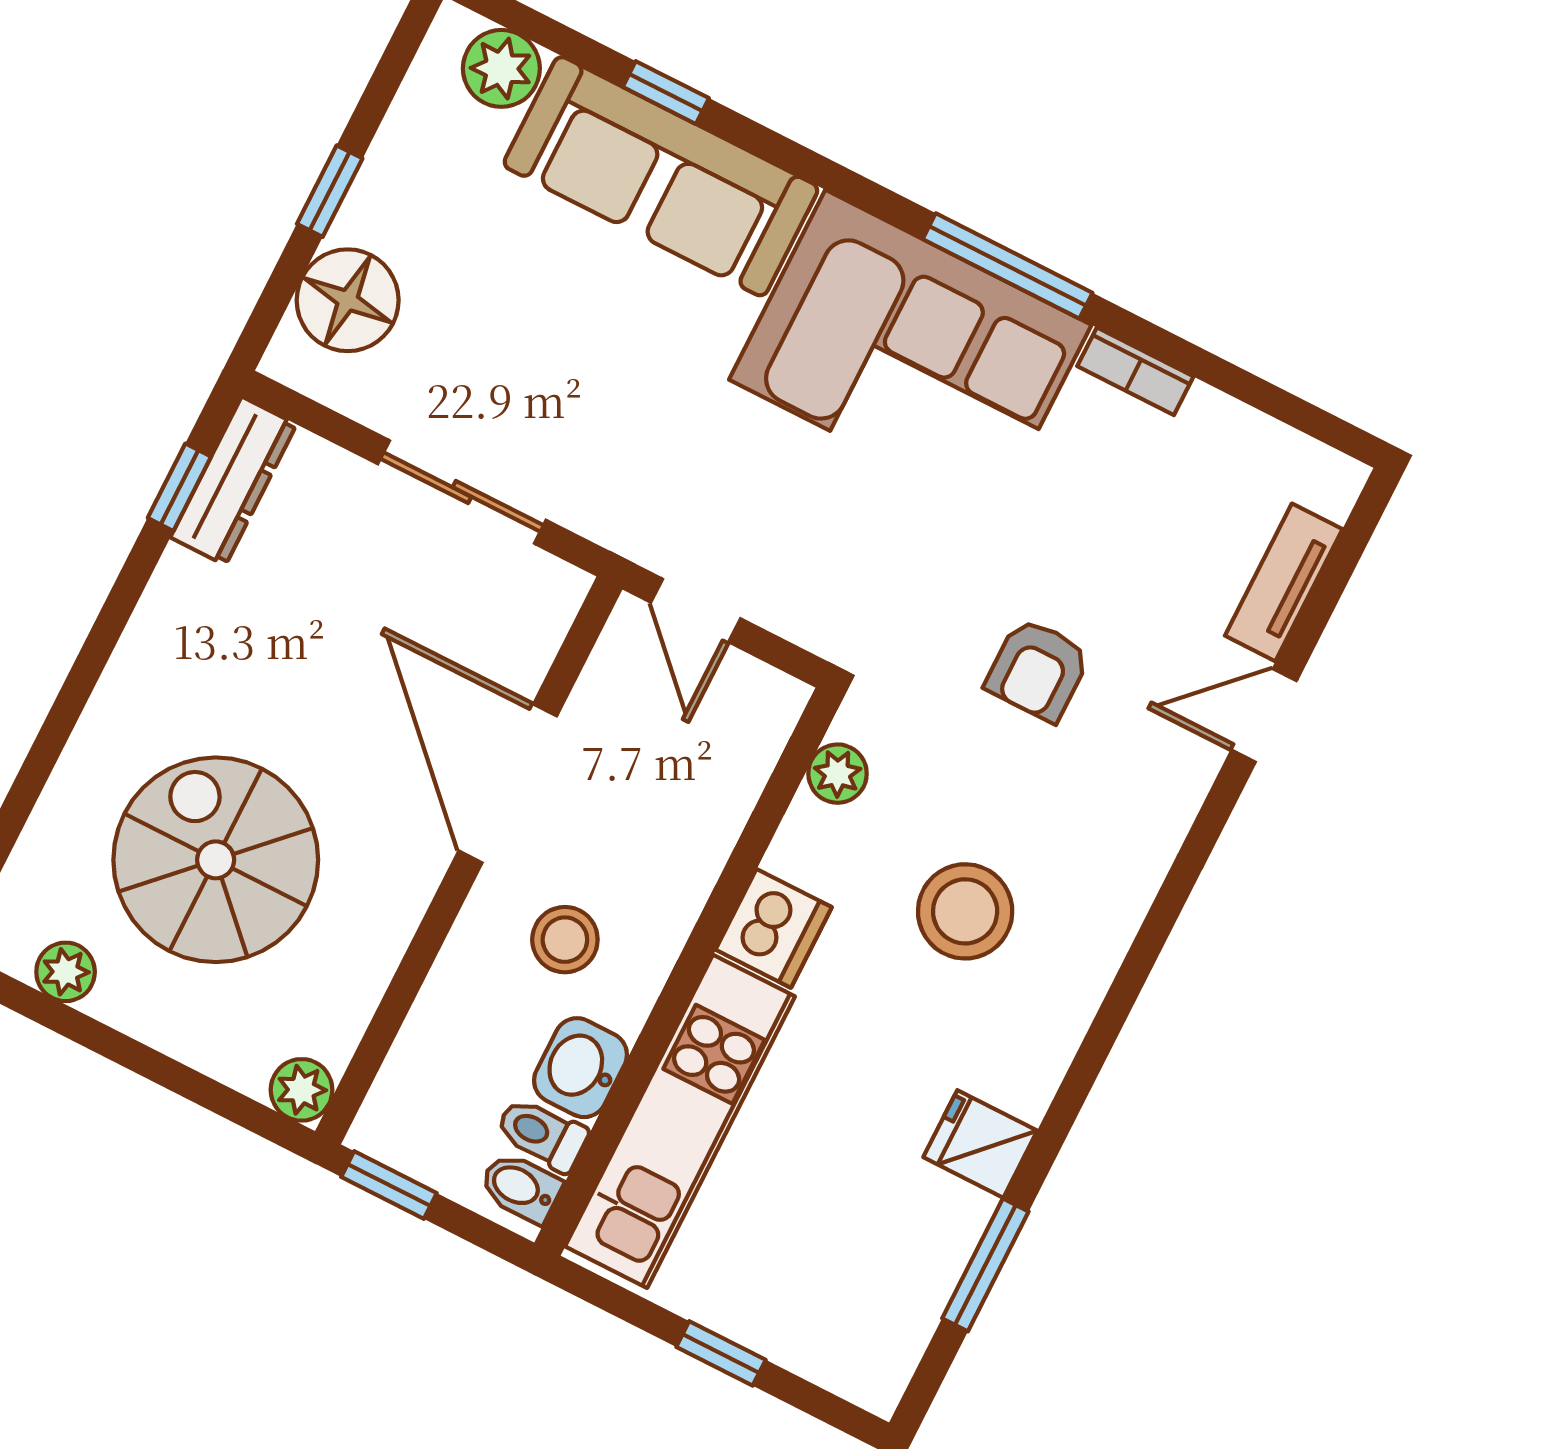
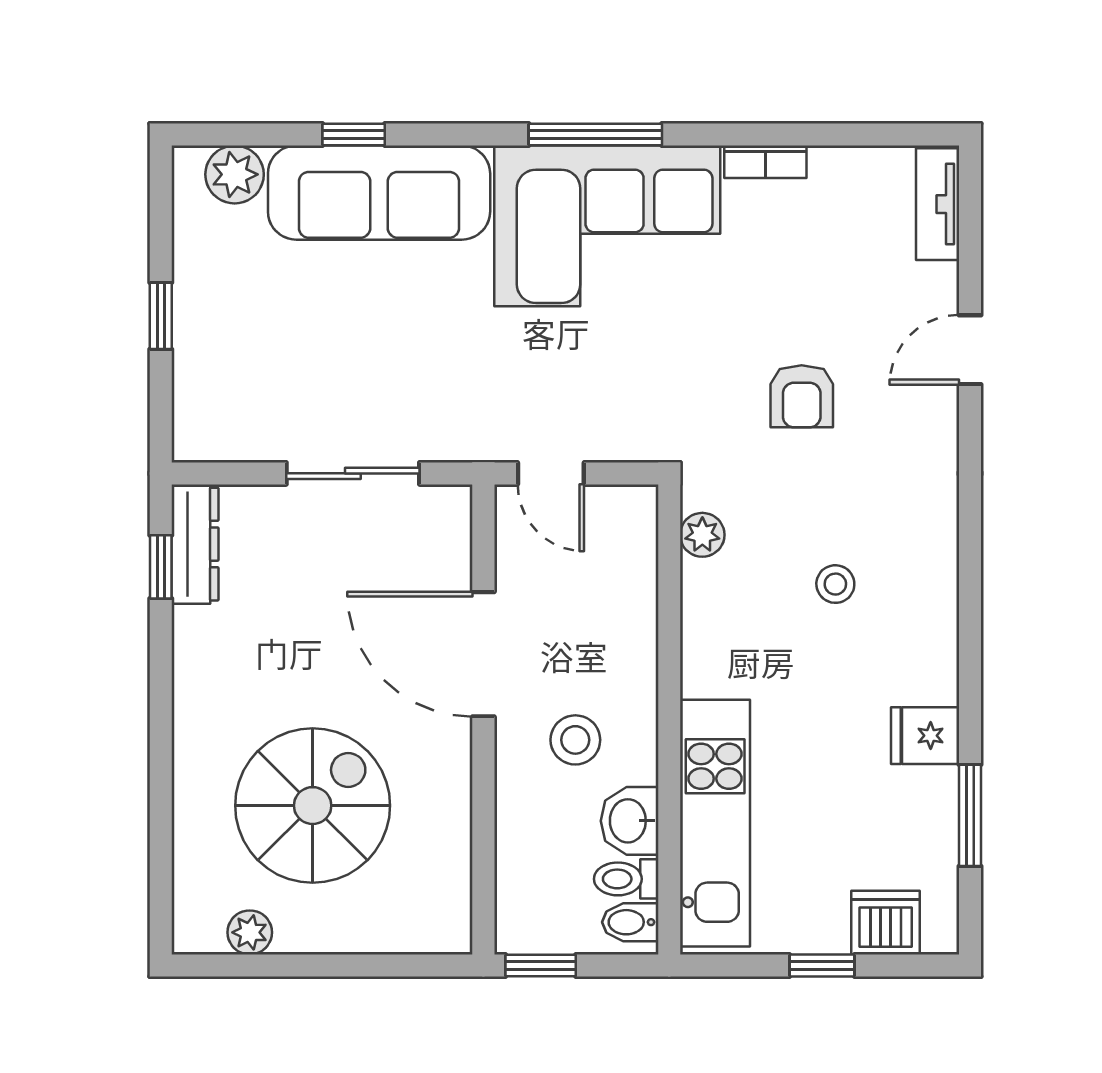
window: (1008, 266) -> (595, 134), moved
floor lamp: (348, 300) -> (210, 383), removed
tv unit: (1284, 582) -> (938, 204), moved
spiral stairs: (216, 860) -> (313, 806), turned 90
stool: (965, 911) -> (835, 584), width x0.53, depth x0.53
dishwasher: (774, 928) -> (886, 923), moved, turned -90
plant: (302, 1090) -> (449, 931), removed

